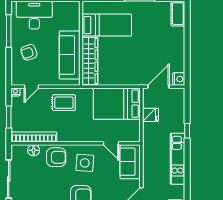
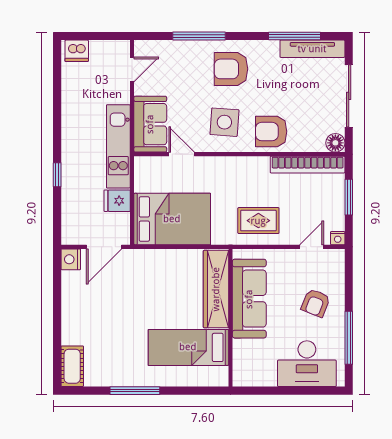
armchair: (29, 52) -> (316, 303), turned 132
floor lamp: (34, 150) -> (335, 143), moved
kitchen unit: (177, 159) -> (118, 146), moved, turned 180

